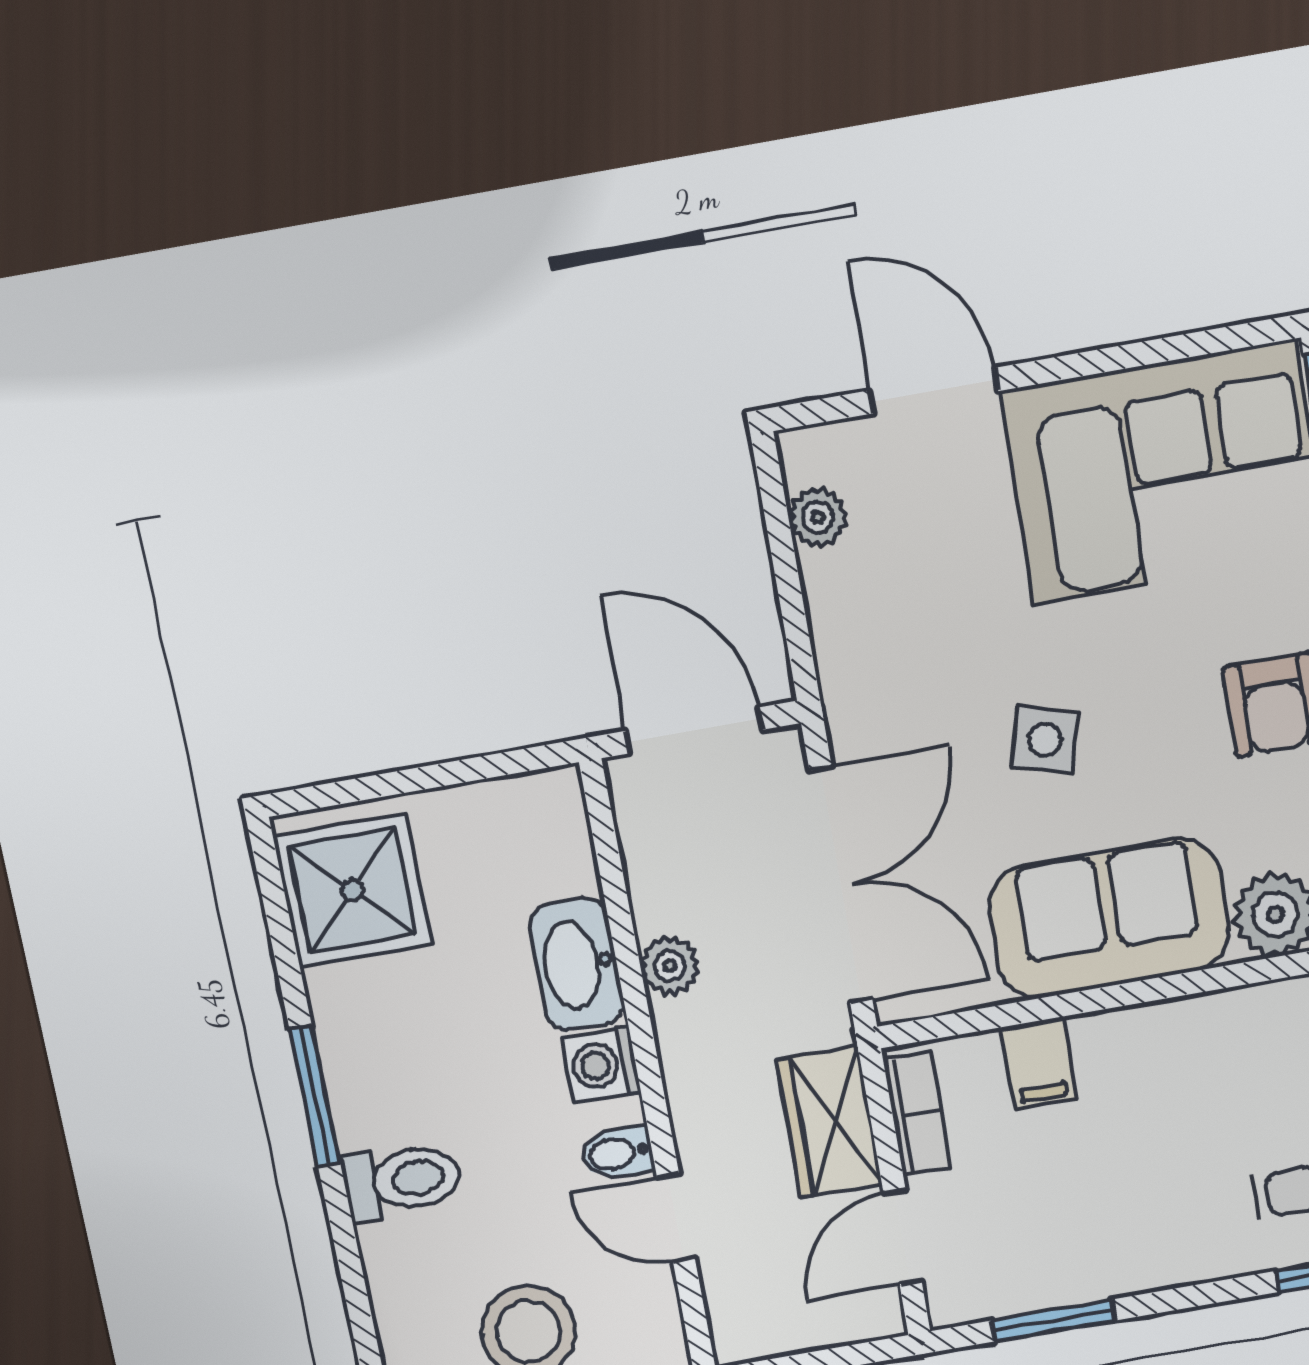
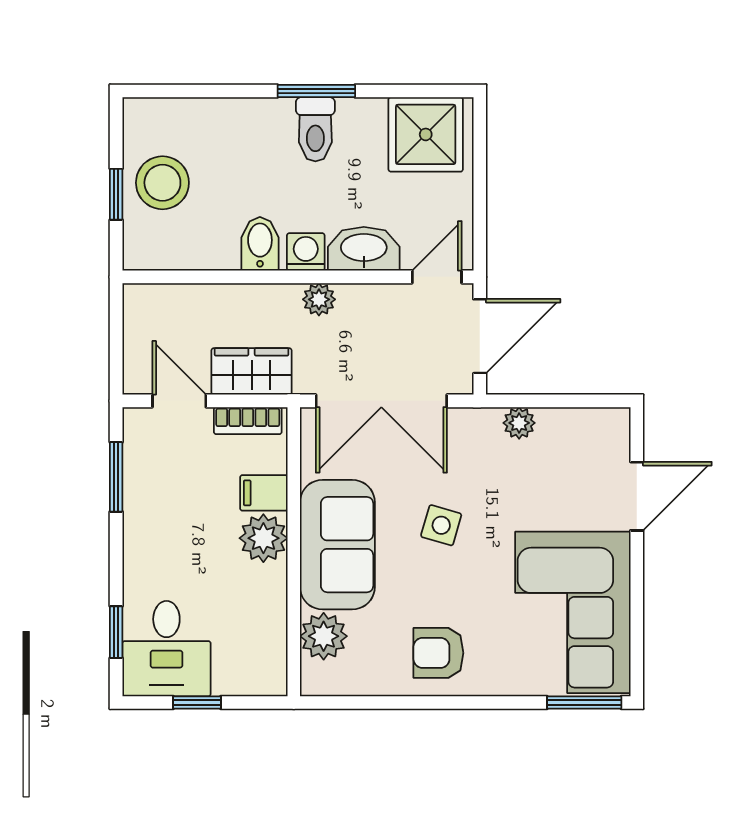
plant: (818, 517) -> (519, 423), moved
plant: (670, 966) -> (319, 299), moved
plant: (1119, 1050) -> (263, 538), added
bidet: (617, 1153) -> (260, 244), width x1.38, depth x1.36
toilet: (402, 1181) -> (315, 129), moved
door: (676, 1218) -> (437, 277), moved

